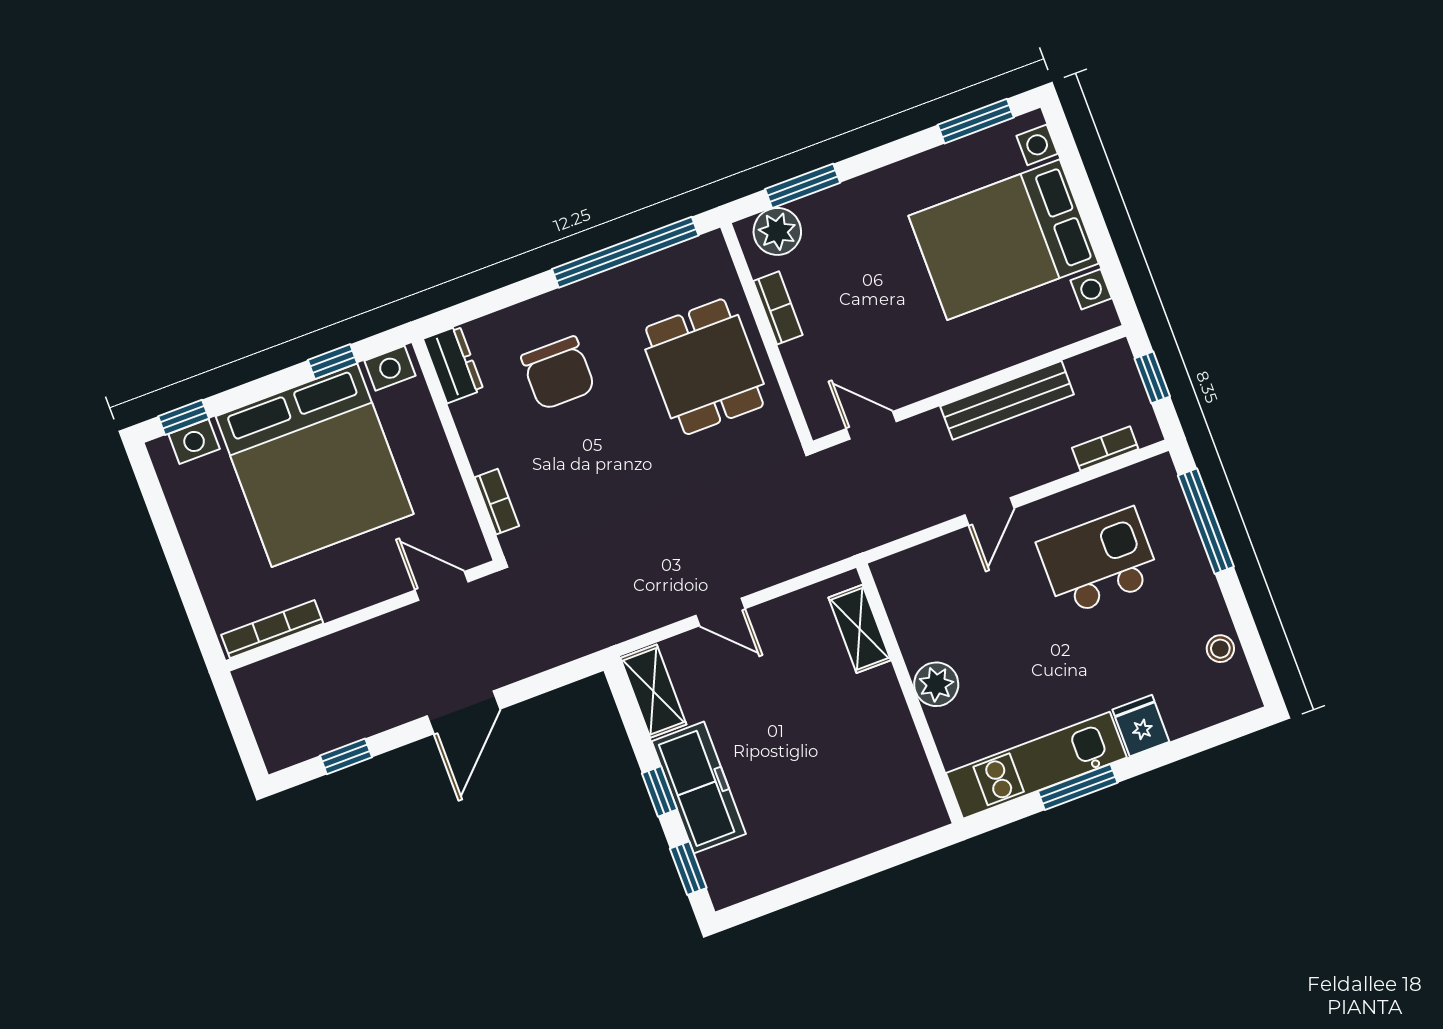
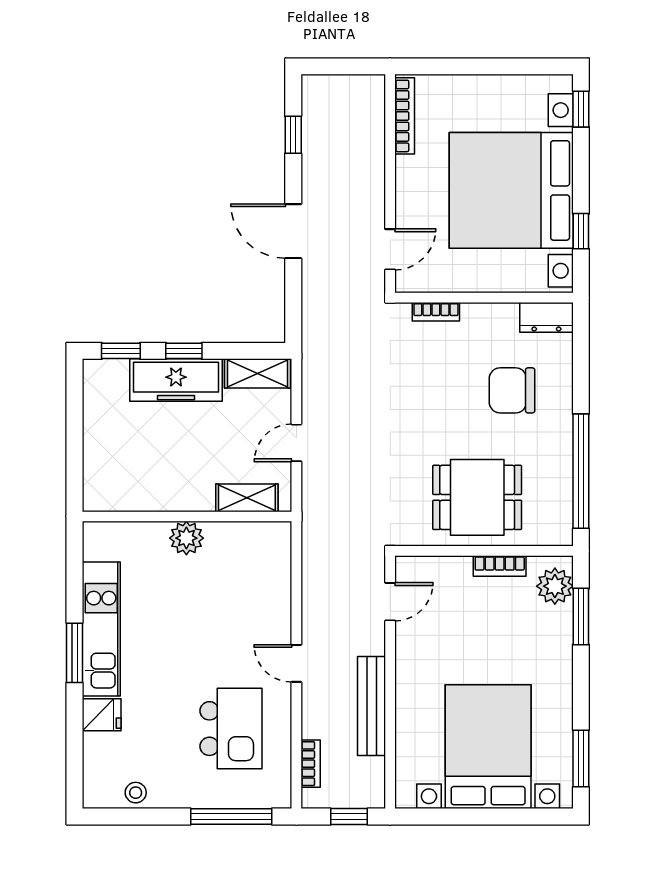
shelving: (860, 629) -> (247, 498), moved
plant: (936, 684) -> (186, 538), moved
wall: (910, 693) -> (187, 516), moved

